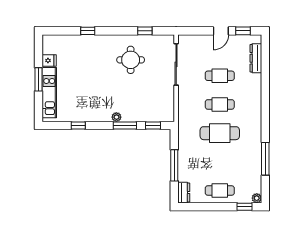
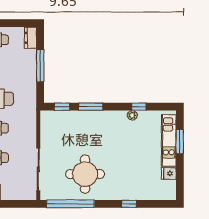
window: (145, 31) -> (70, 204), width x3.17
round table: (131, 60) -> (85, 174), width x1.36, depth x1.36
window: (38, 79) -> (180, 142), moved
plant: (116, 117) -> (132, 115), moved

